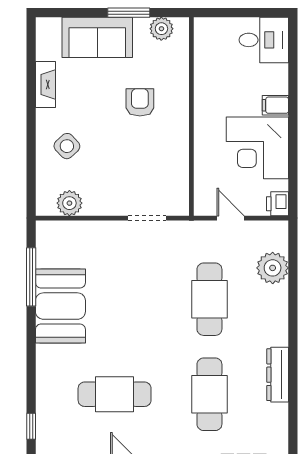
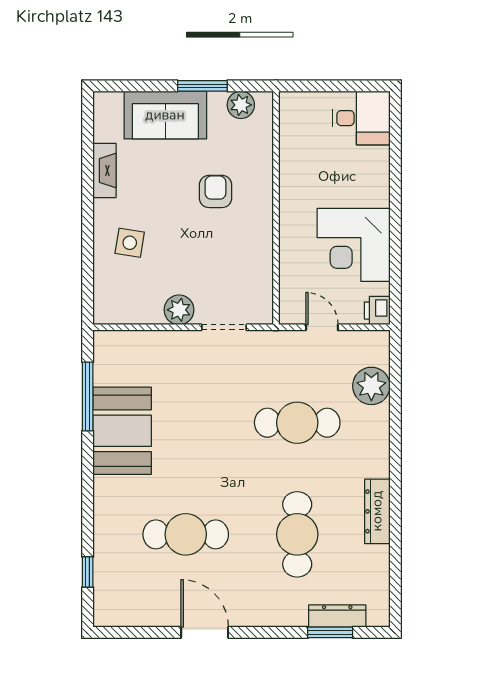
filing cabinet: (275, 105) -> (375, 195), removed
side table: (67, 146) -> (130, 243), turned -38
plant: (69, 203) -> (179, 310), moved
cafe table: (209, 299) -> (297, 423), turned 90

